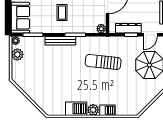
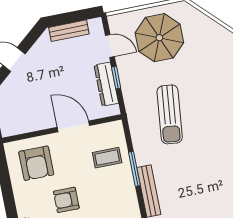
coffee table: (62, 13) -> (107, 158), moved
plant: (101, 29) -> (116, 128), removed

